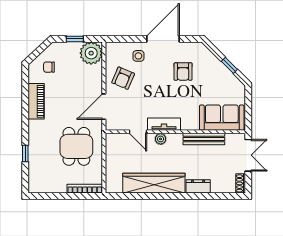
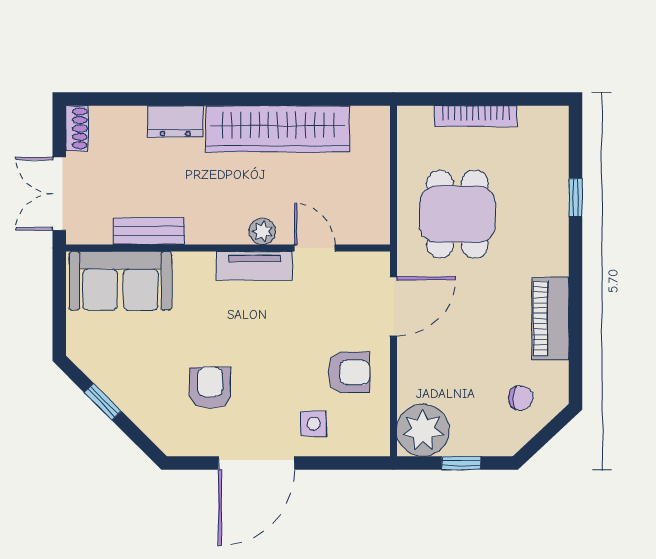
armchair: (123, 78) -> (349, 372), turned 67
bench: (204, 139) -> (149, 231), width x0.73
bookcase: (85, 189) -> (476, 116), moved

